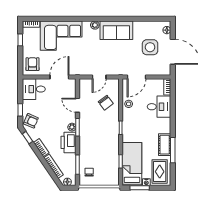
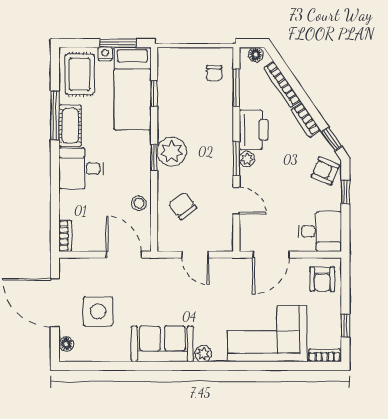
door: (99, 77) -> (195, 255), swing flipped
door: (137, 77) -> (124, 255), hinge flipped
desk: (159, 107) -> (81, 169), moved
plant: (111, 131) -> (172, 152), added

